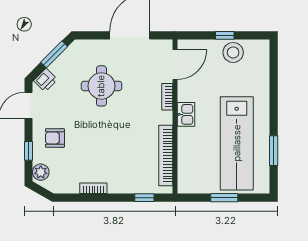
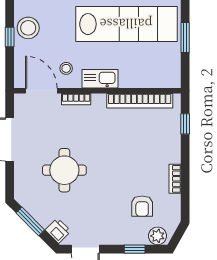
stool: (196, 88) -> (66, 68), added
kitchen sink: (186, 114) -> (100, 79), width x1.38
armchair: (55, 138) -> (142, 206), moved

